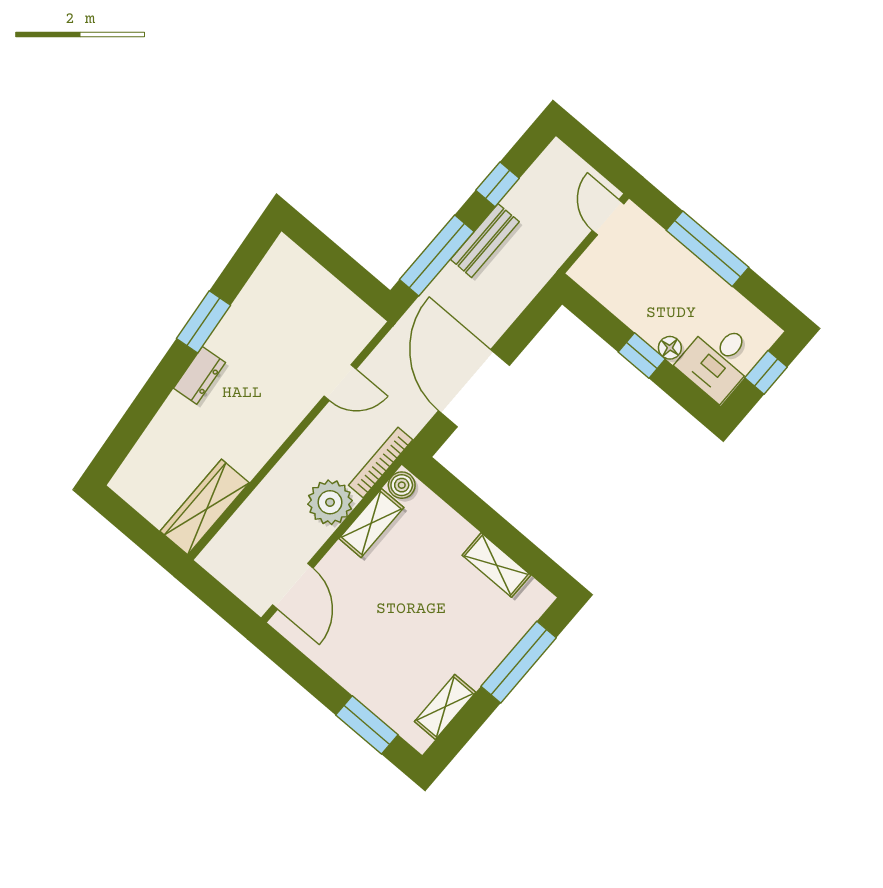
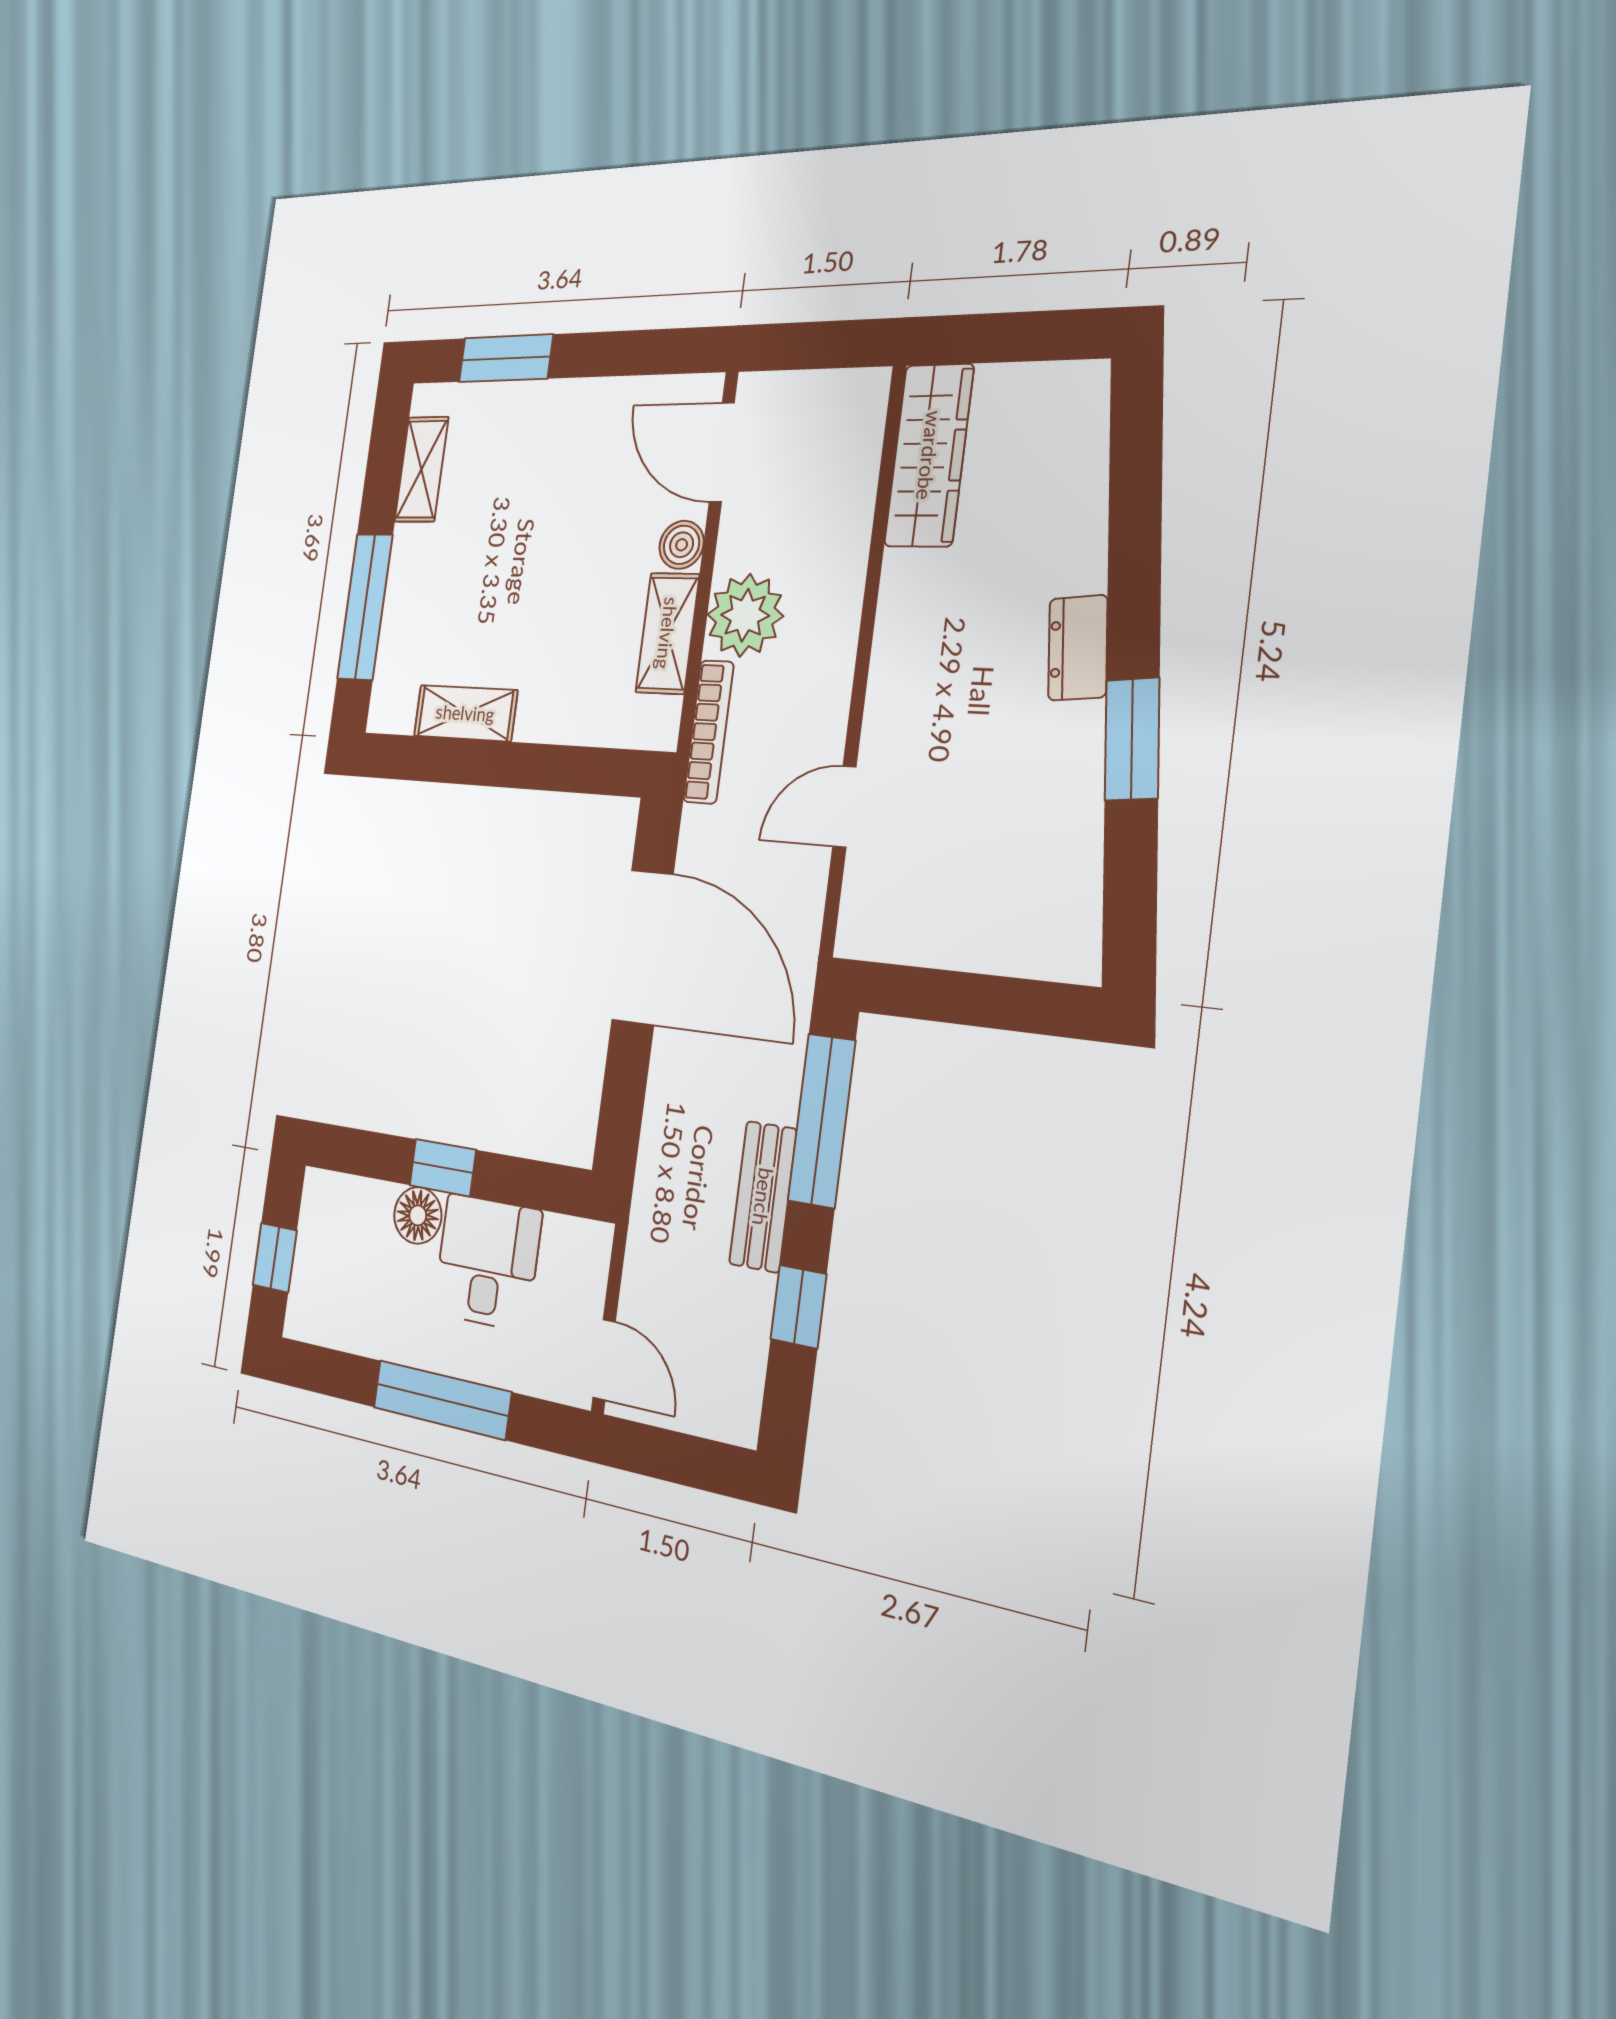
floor lamp: (670, 348) -> (418, 1215), width x1.37, depth x1.37
desk: (718, 360) -> (487, 1262), moved
boiler: (402, 485) -> (682, 545), moved

